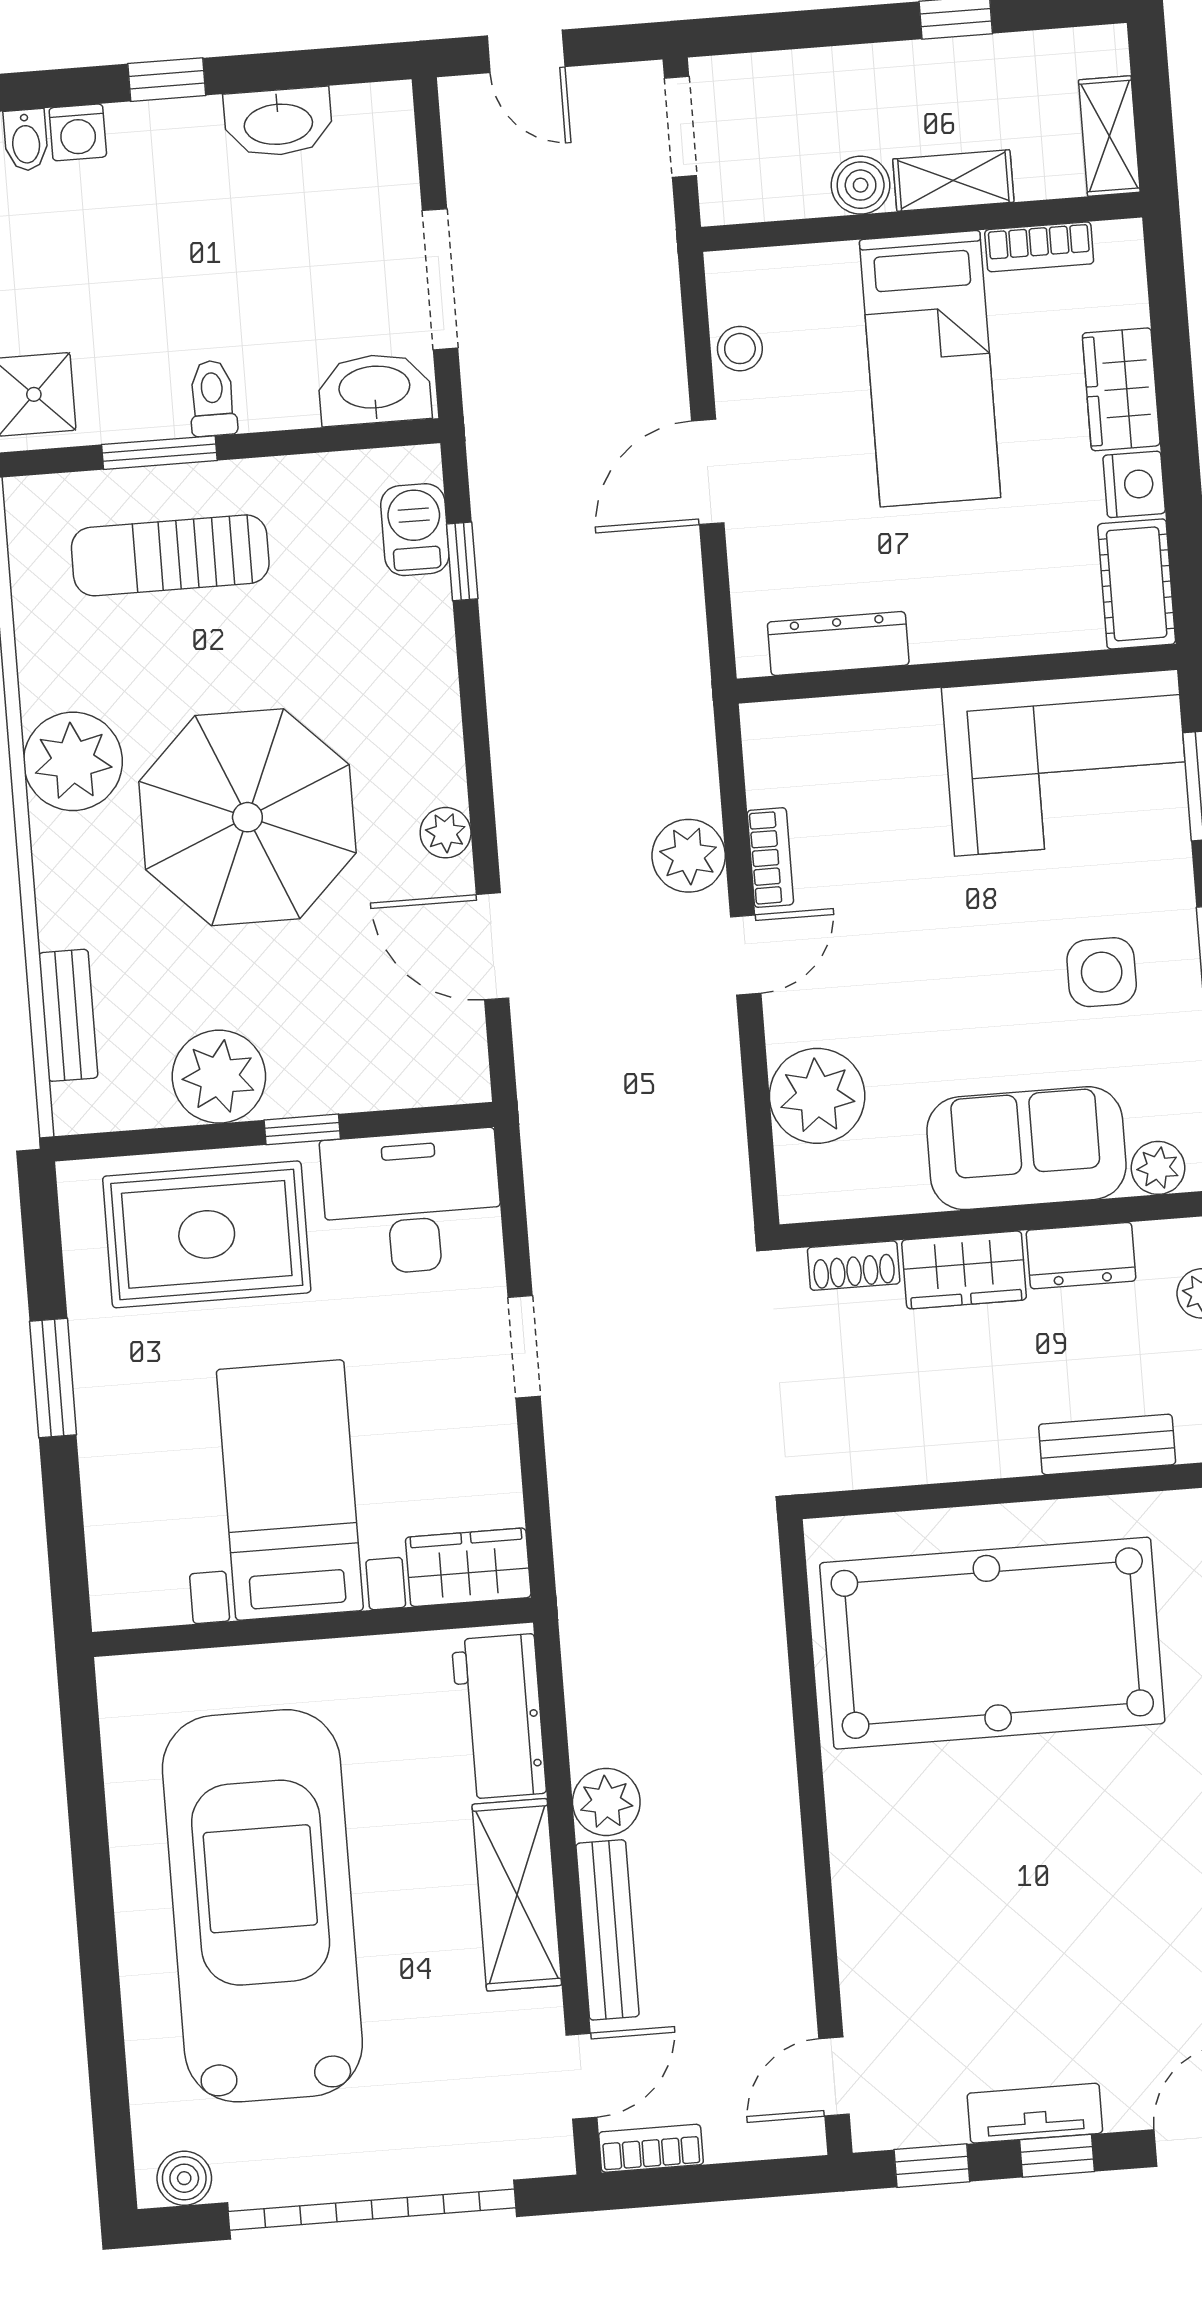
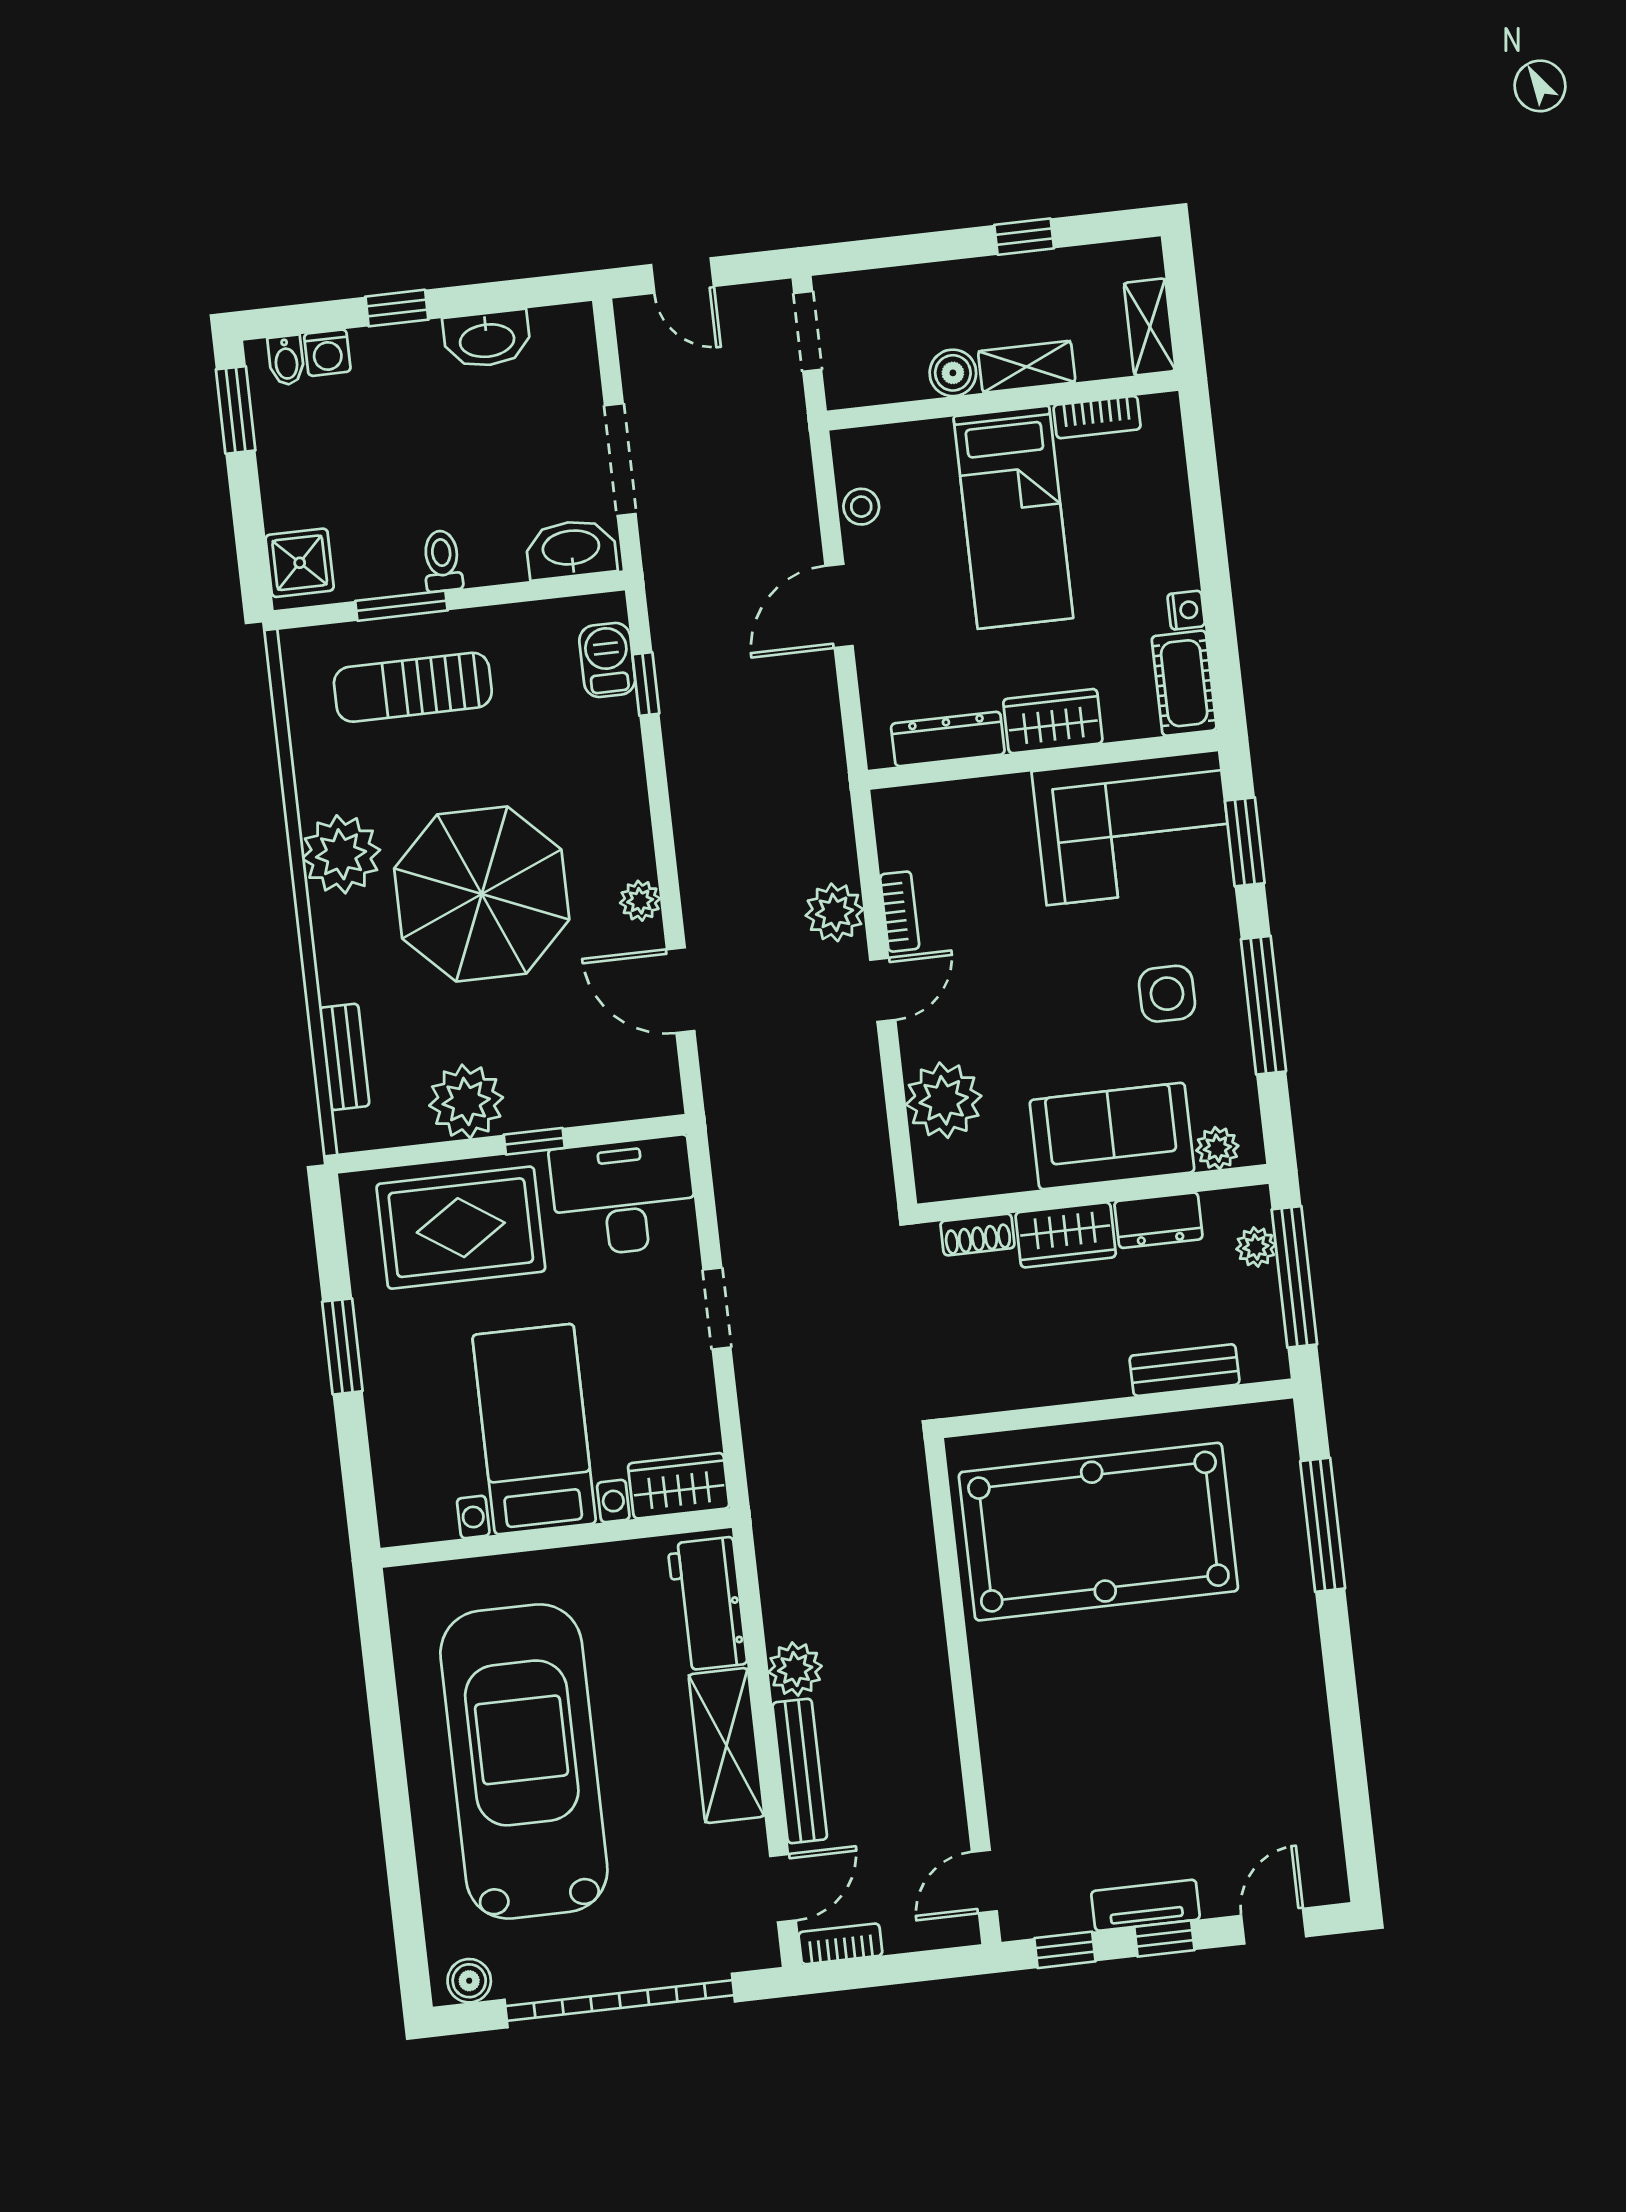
wardrobe: (1121, 389) -> (1053, 721), moved, turned 90
nightstand: (1134, 484) -> (1186, 610), width x0.72, depth x0.74

